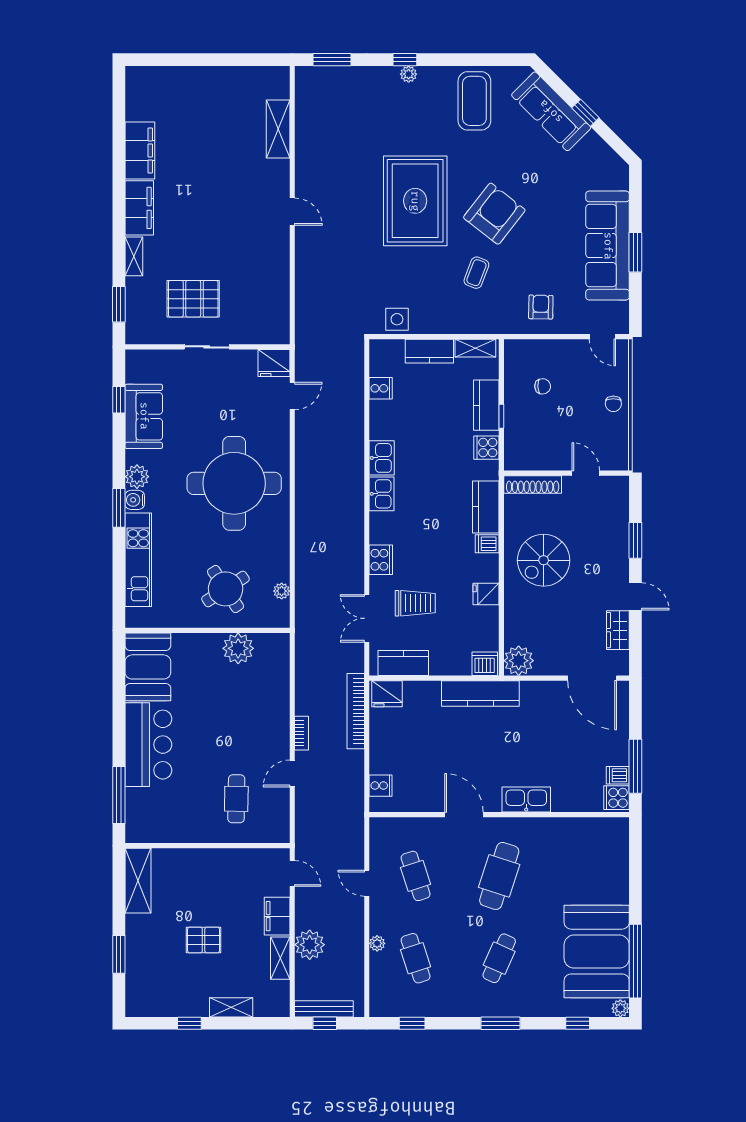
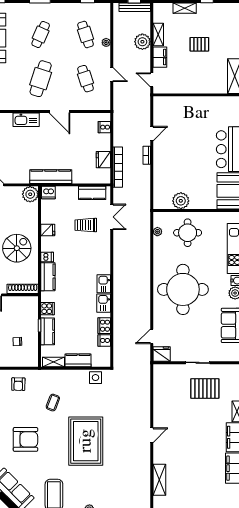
door: (292, 212) -> (152, 435), swing flipped
armchair: (494, 214) -> (25, 439), moved, turned -128
cooker: (381, 560) -> (104, 326), moved
round table: (226, 589) -> (188, 233), turned 33
fridge: (387, 694) -> (103, 160), moved, turned -90
cafe table: (236, 799) -> (182, 120), removed

